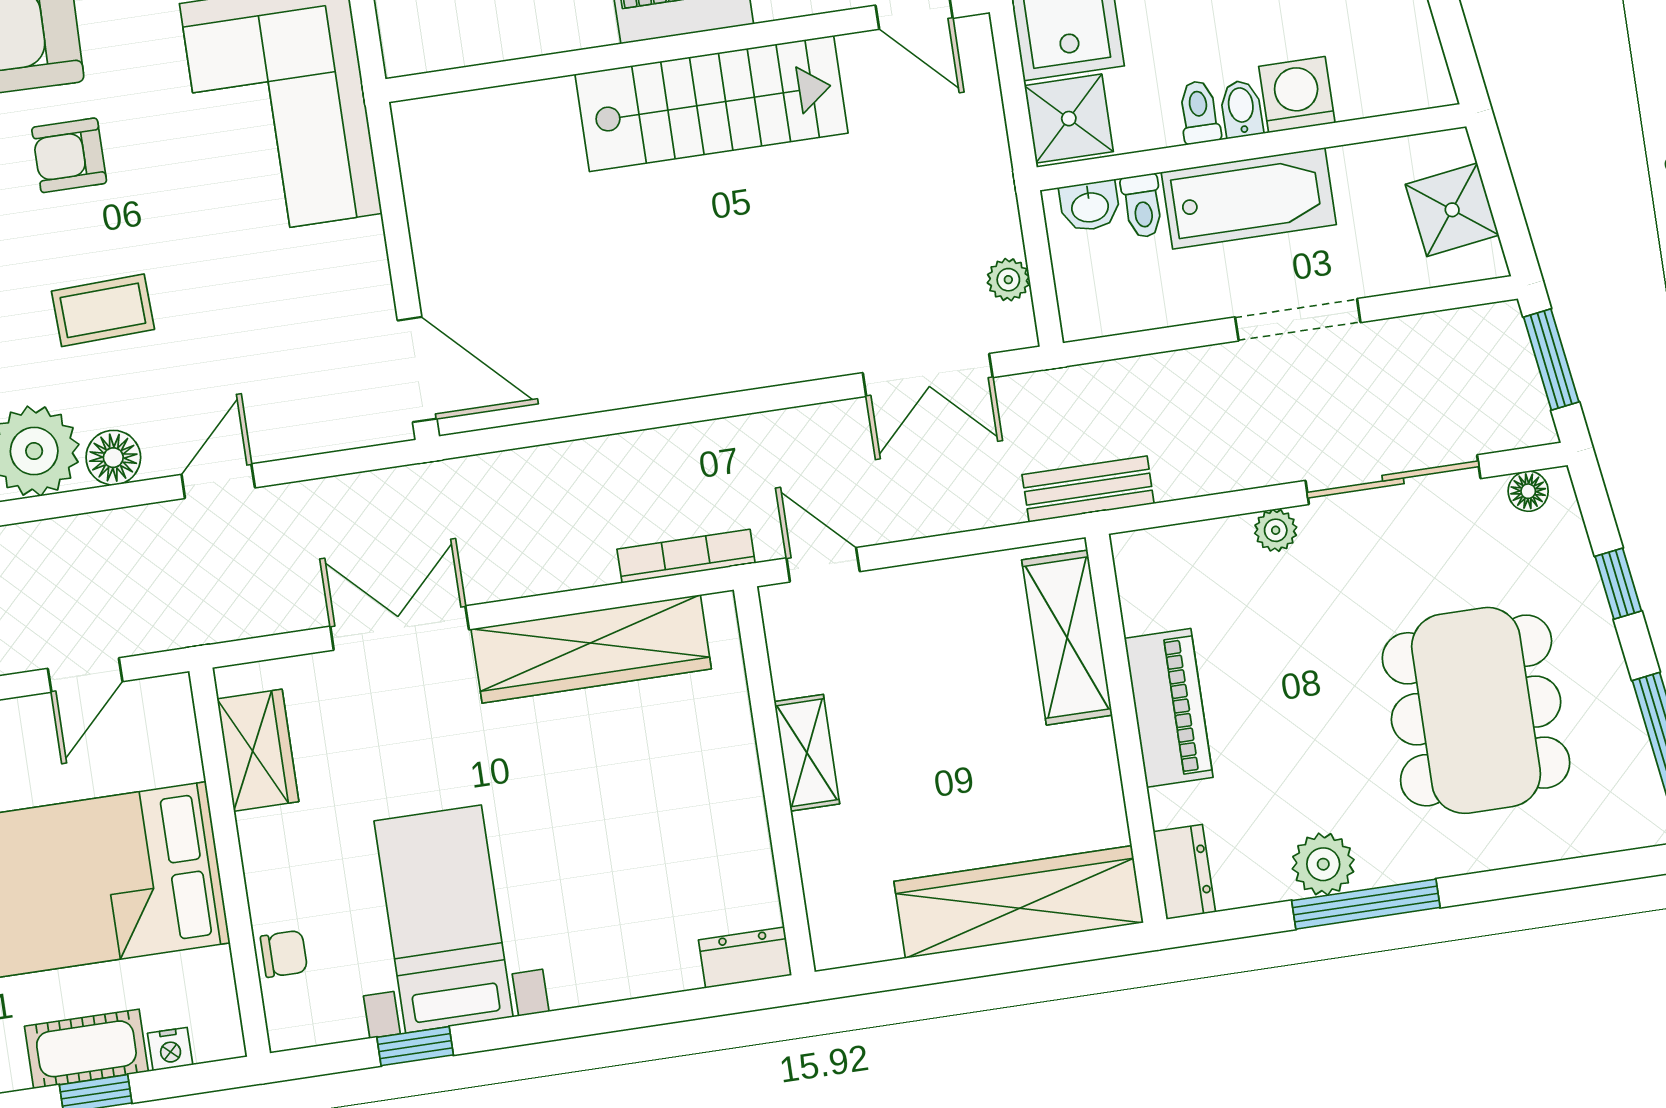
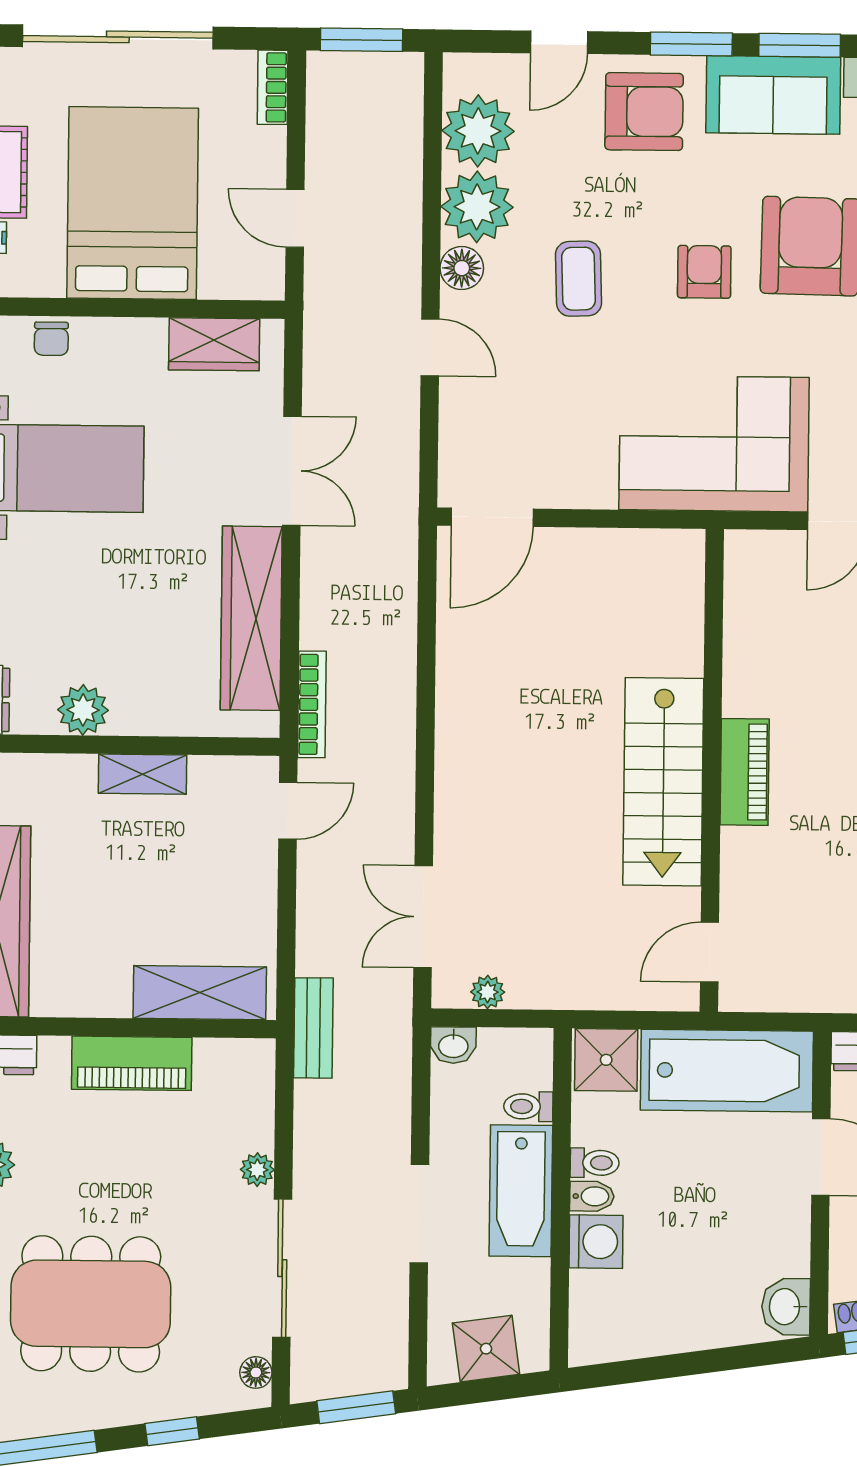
washbasin: (1090, 206) -> (453, 1045), moved, turned -90
plant: (739, 840) -> (83, 710), added

